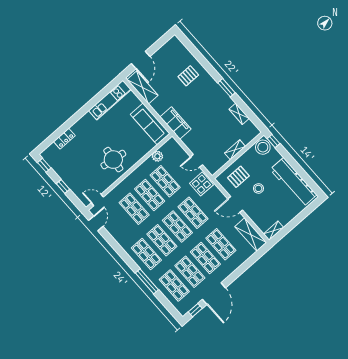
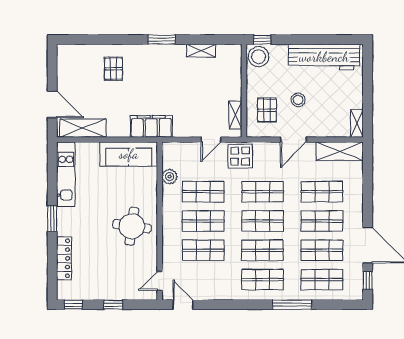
window: (80, 114) -> (52, 219), added
locker: (64, 139) -> (64, 258), width x1.53
shelving: (235, 150) -> (235, 115), moved

